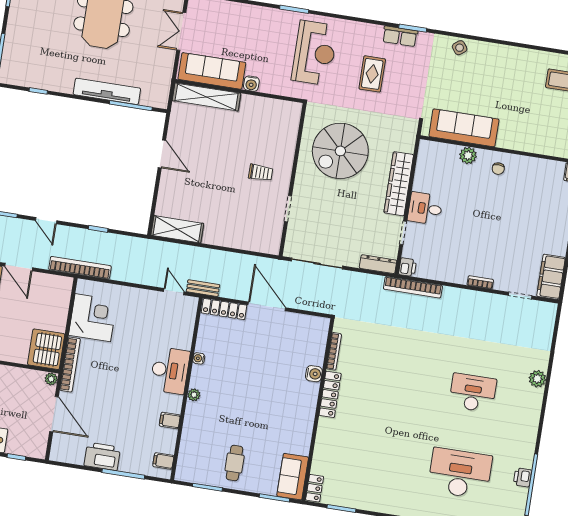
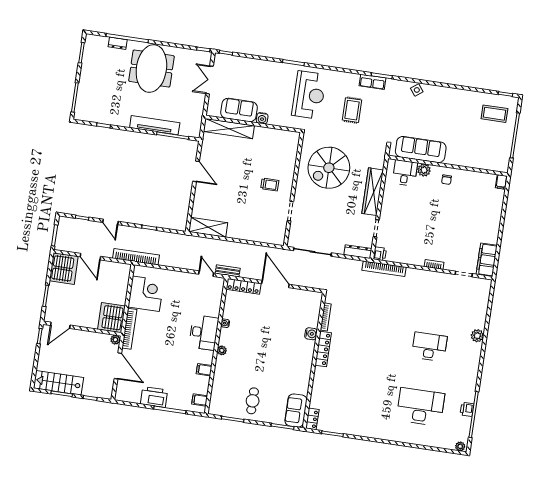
sofa: (212, 71) -> (239, 110), width x0.73
desk: (425, 208) -> (405, 173), moved, turned 90

